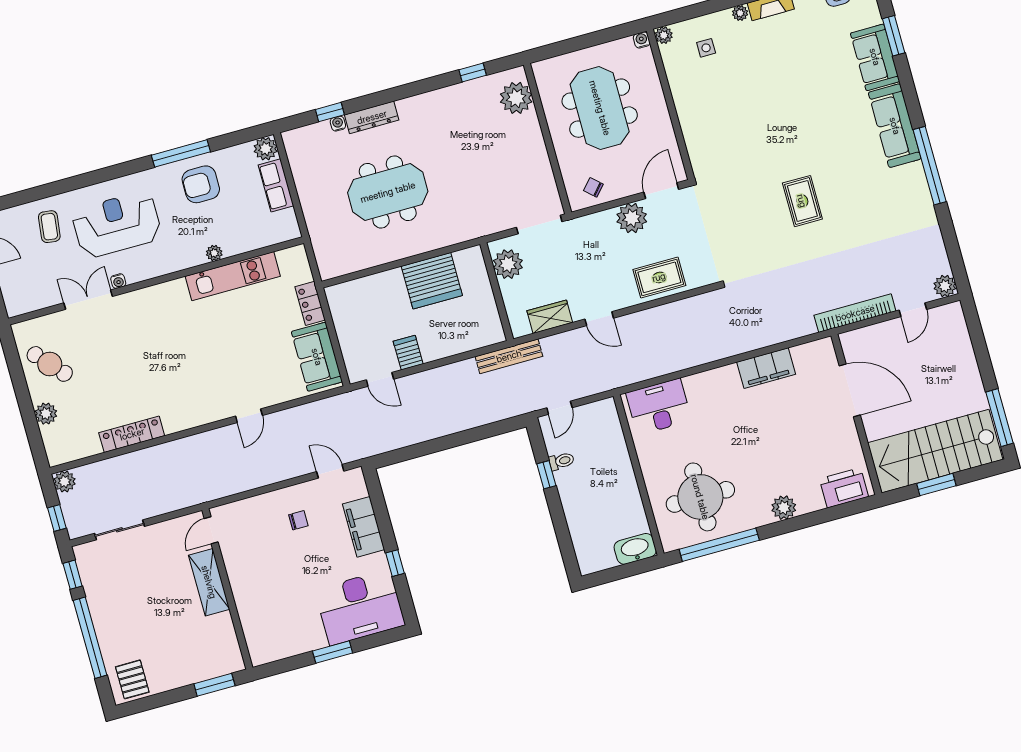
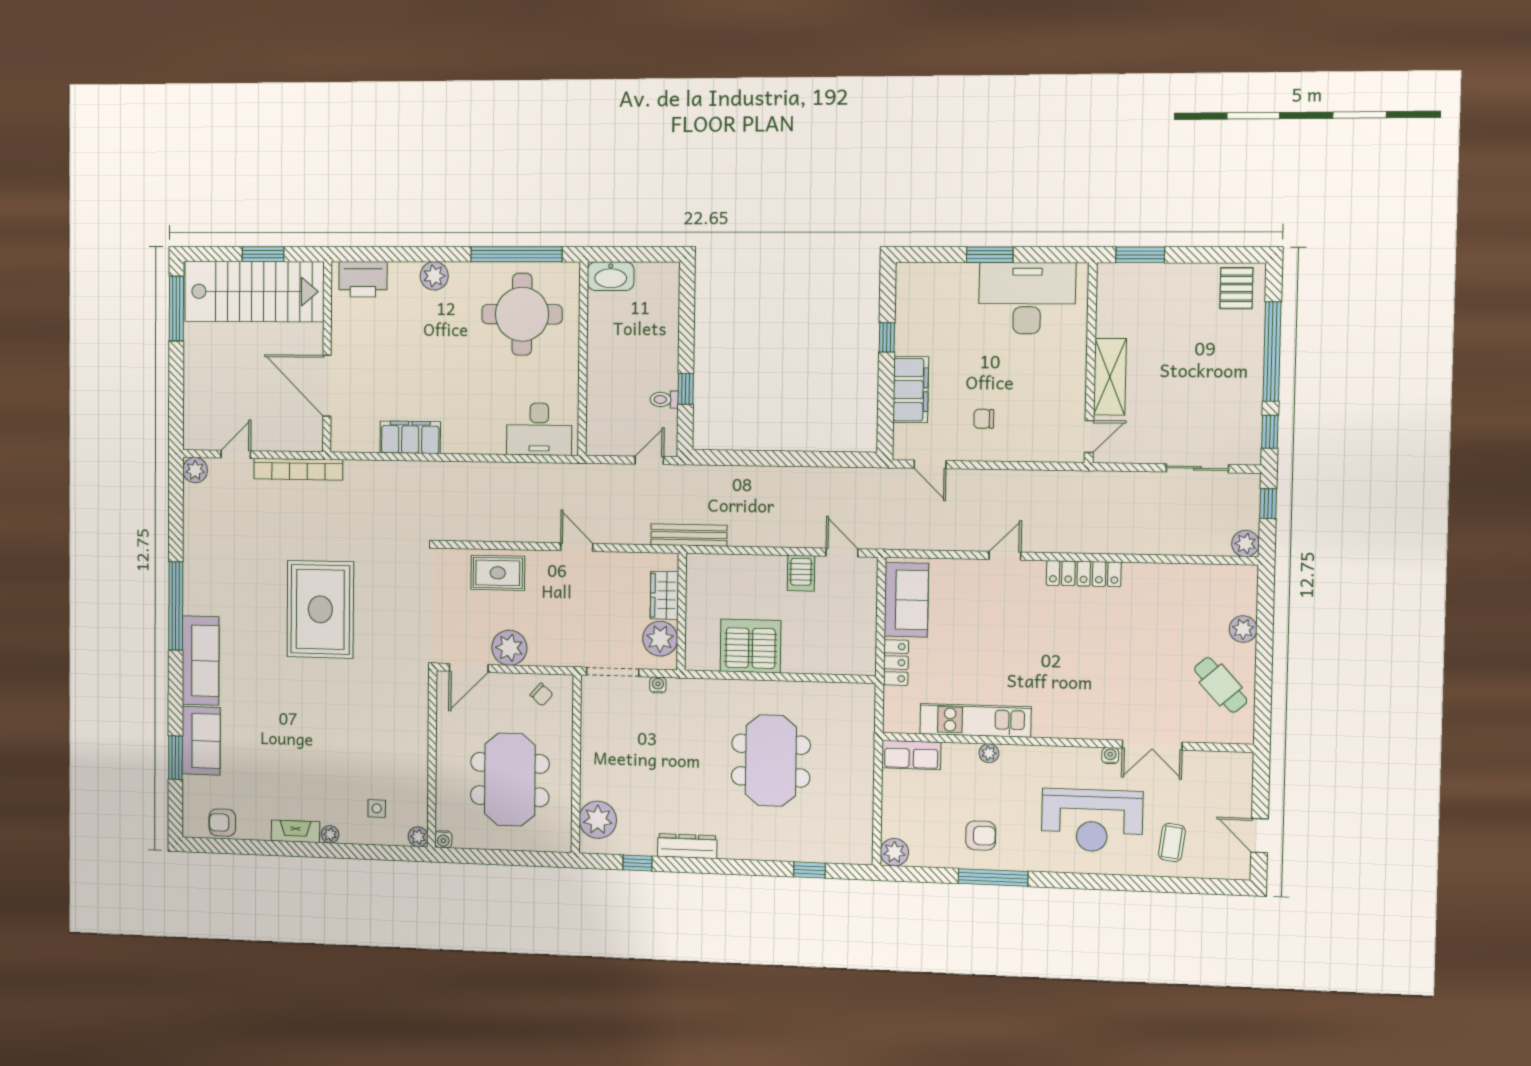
dresser: (372, 117) -> (687, 846), moved
water cooler: (338, 124) -> (658, 685), moved, turned 180
armchair: (201, 184) -> (981, 836), width x0.72, depth x0.72
row of seats: (276, 185) -> (911, 755), moved, turned 90
meeting table: (388, 192) -> (771, 761), turned 90
rug: (802, 201) -> (320, 609), width x1.86, depth x2.06
wardrobe: (550, 317) -> (664, 595), moved, turned 90
locker: (132, 434) -> (1084, 574), moved
desk: (360, 607) -> (1027, 298), moved

